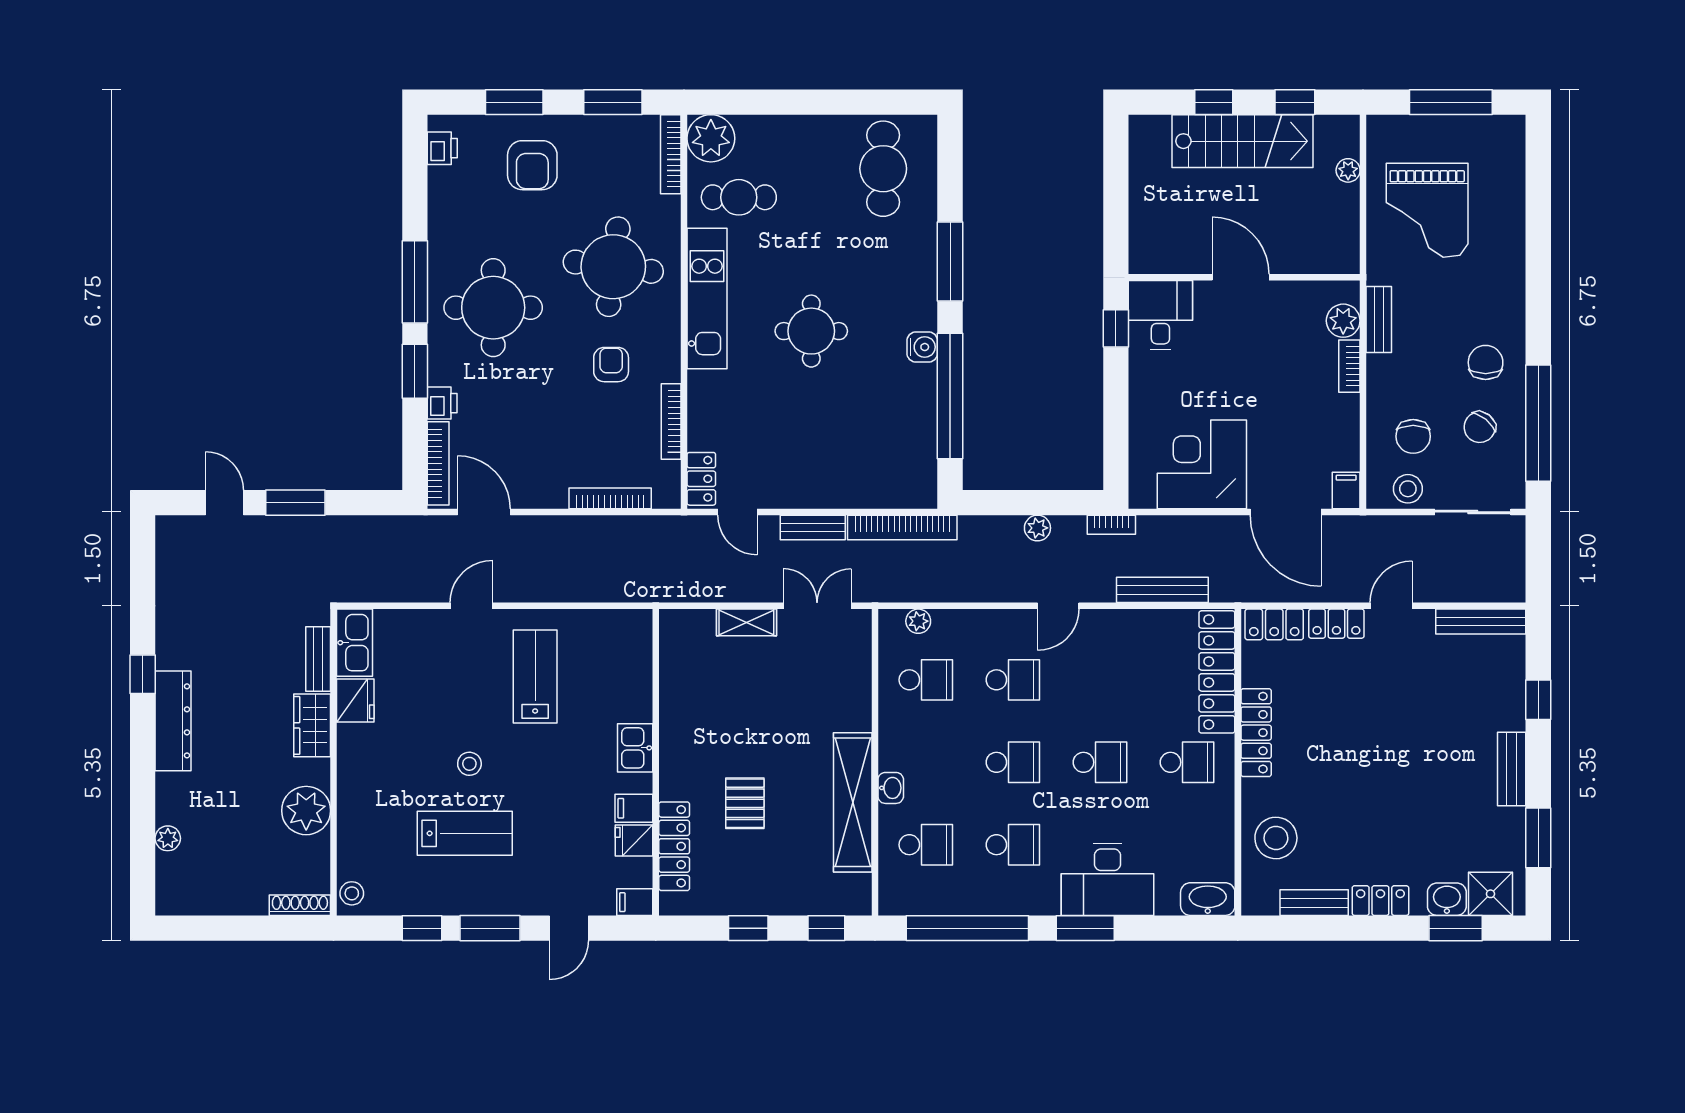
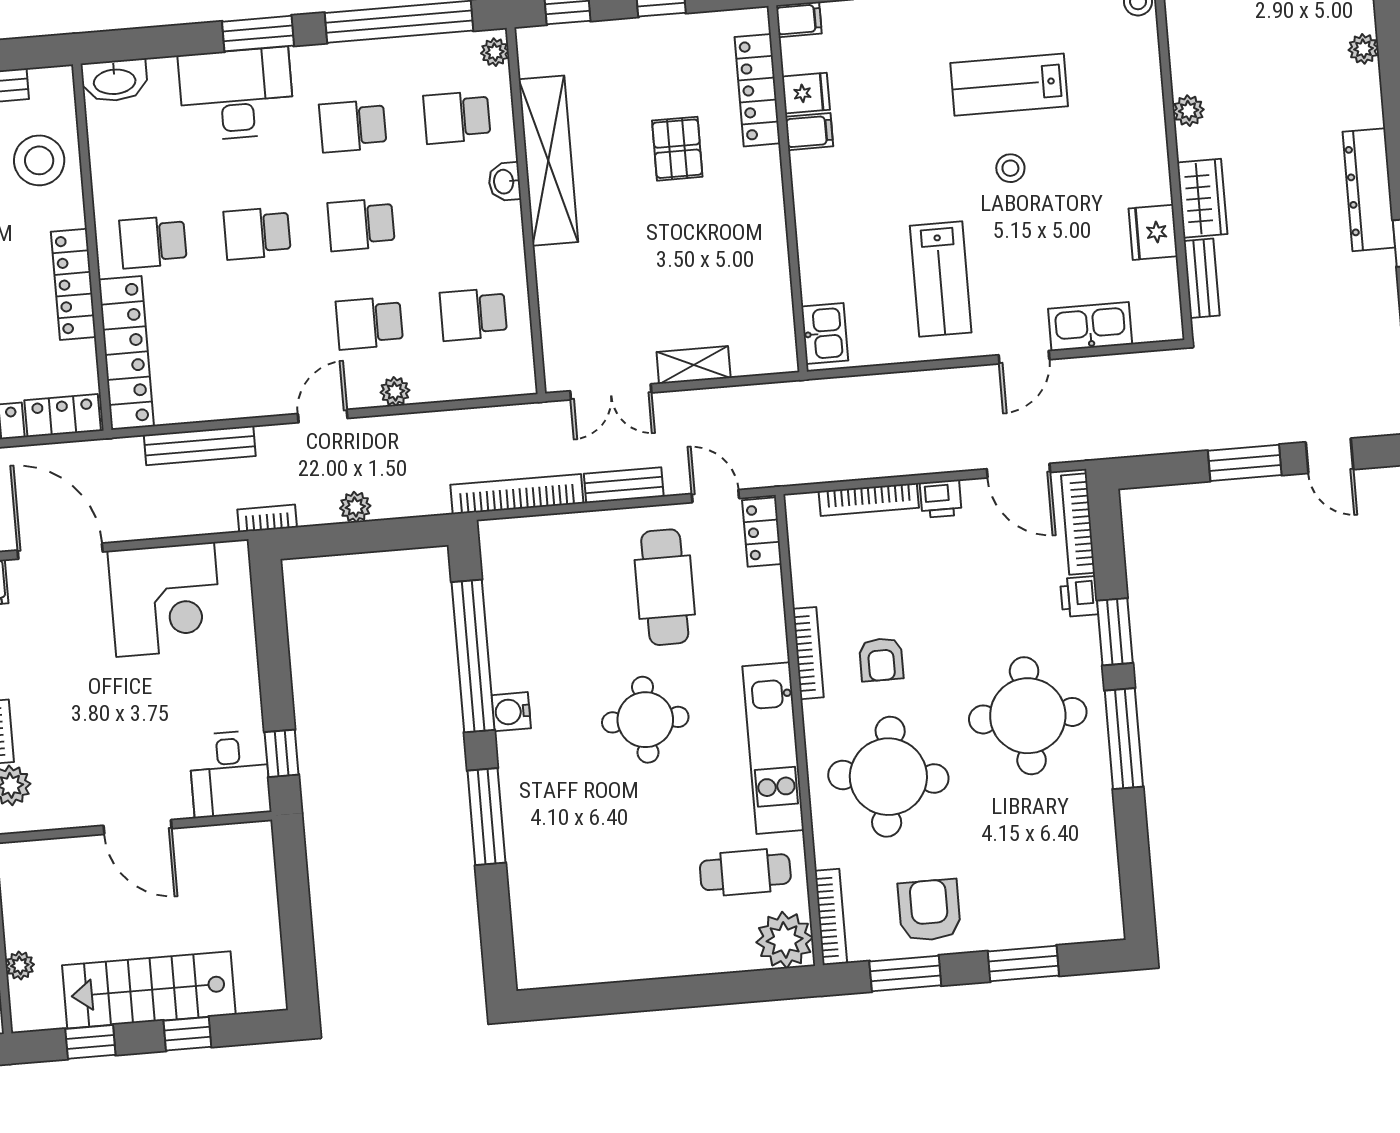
printer: (442, 148) -> (941, 499), moved, turned -90
armchair: (532, 165) -> (929, 910), moved
cafe table: (883, 169) -> (665, 587), moved
bookcase: (671, 421) -> (808, 653), moved
plant: (918, 621) -> (395, 391), moved
kitchen sink: (354, 643) -> (1090, 326), moved, turned 90
kitchen sink: (635, 748) -> (825, 333), moved
plant: (306, 811) -> (1188, 111), width x0.53, depth x0.53
plant: (890, 896) -> (495, 52), added

